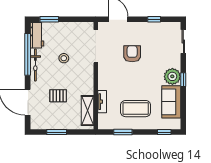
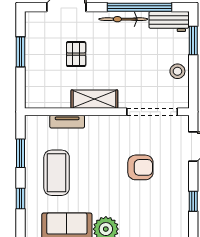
stool: (64, 58) -> (177, 71), moved
shelving: (88, 111) -> (94, 99), moved
window: (164, 132) -> (21, 198), moved

